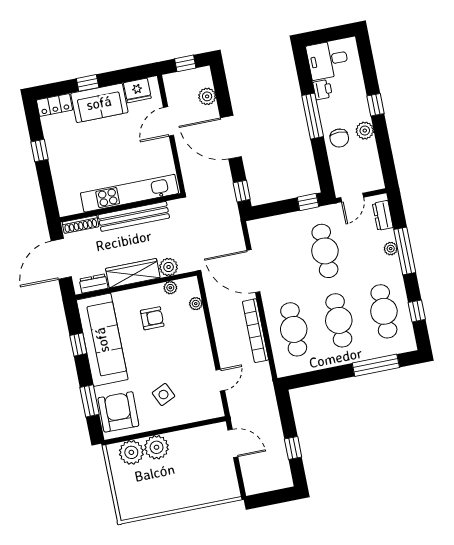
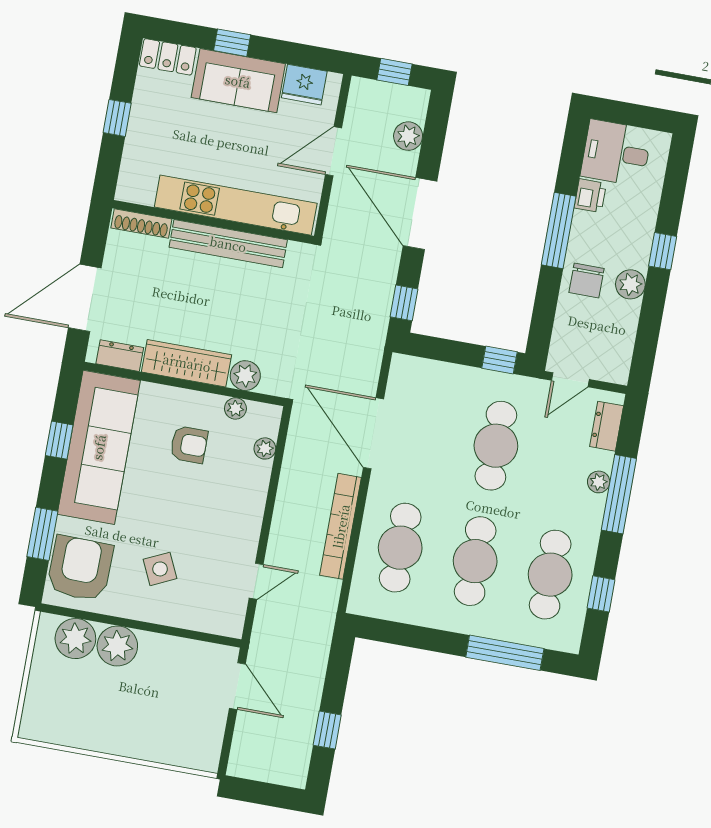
kitchen unit: (129, 193) -> (236, 205), moved
wall: (121, 208) -> (213, 222), moved
bench: (134, 216) -> (228, 244), moved
shoe rack: (81, 224) -> (141, 223), moved

